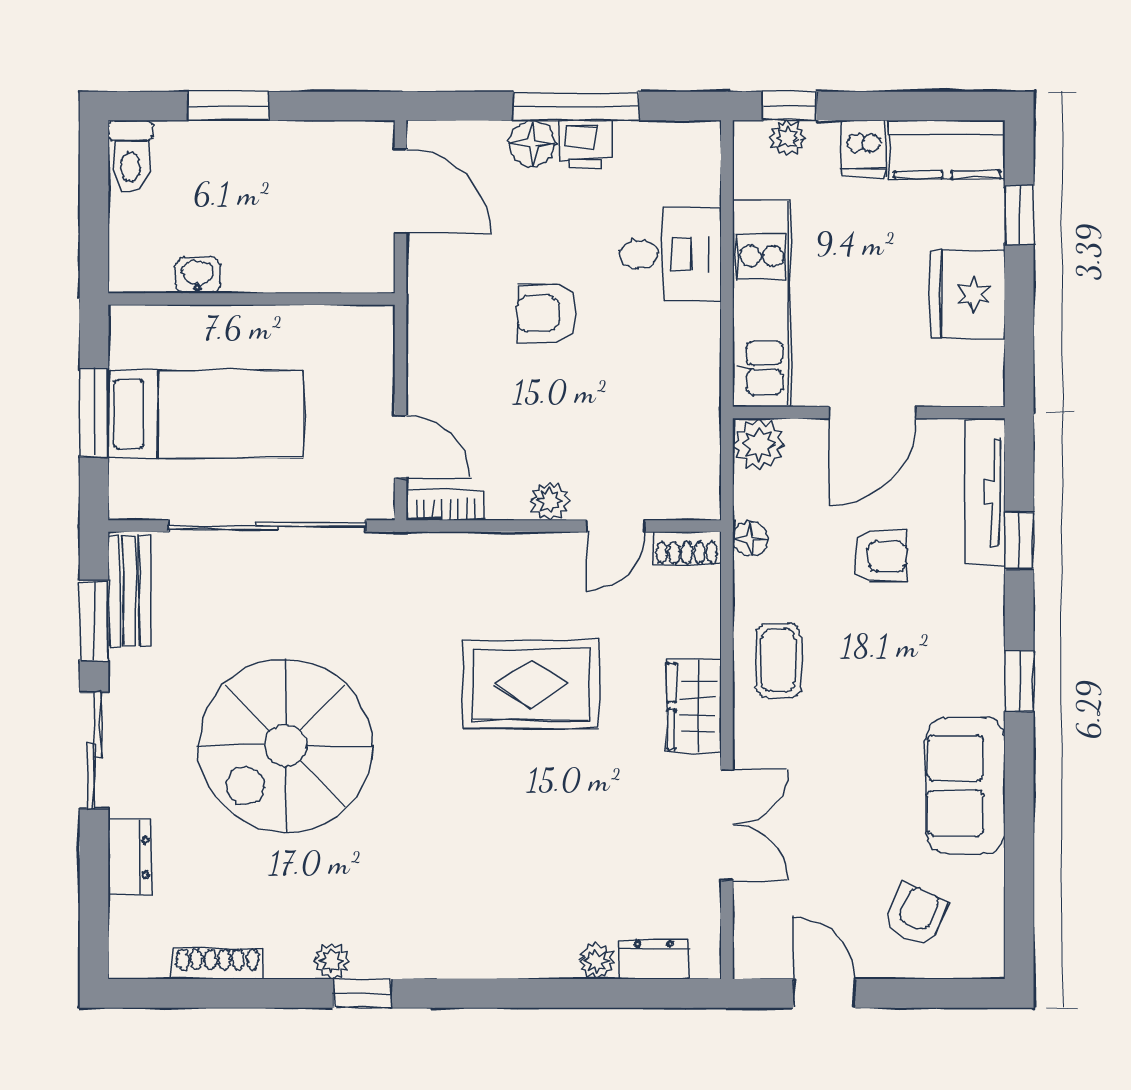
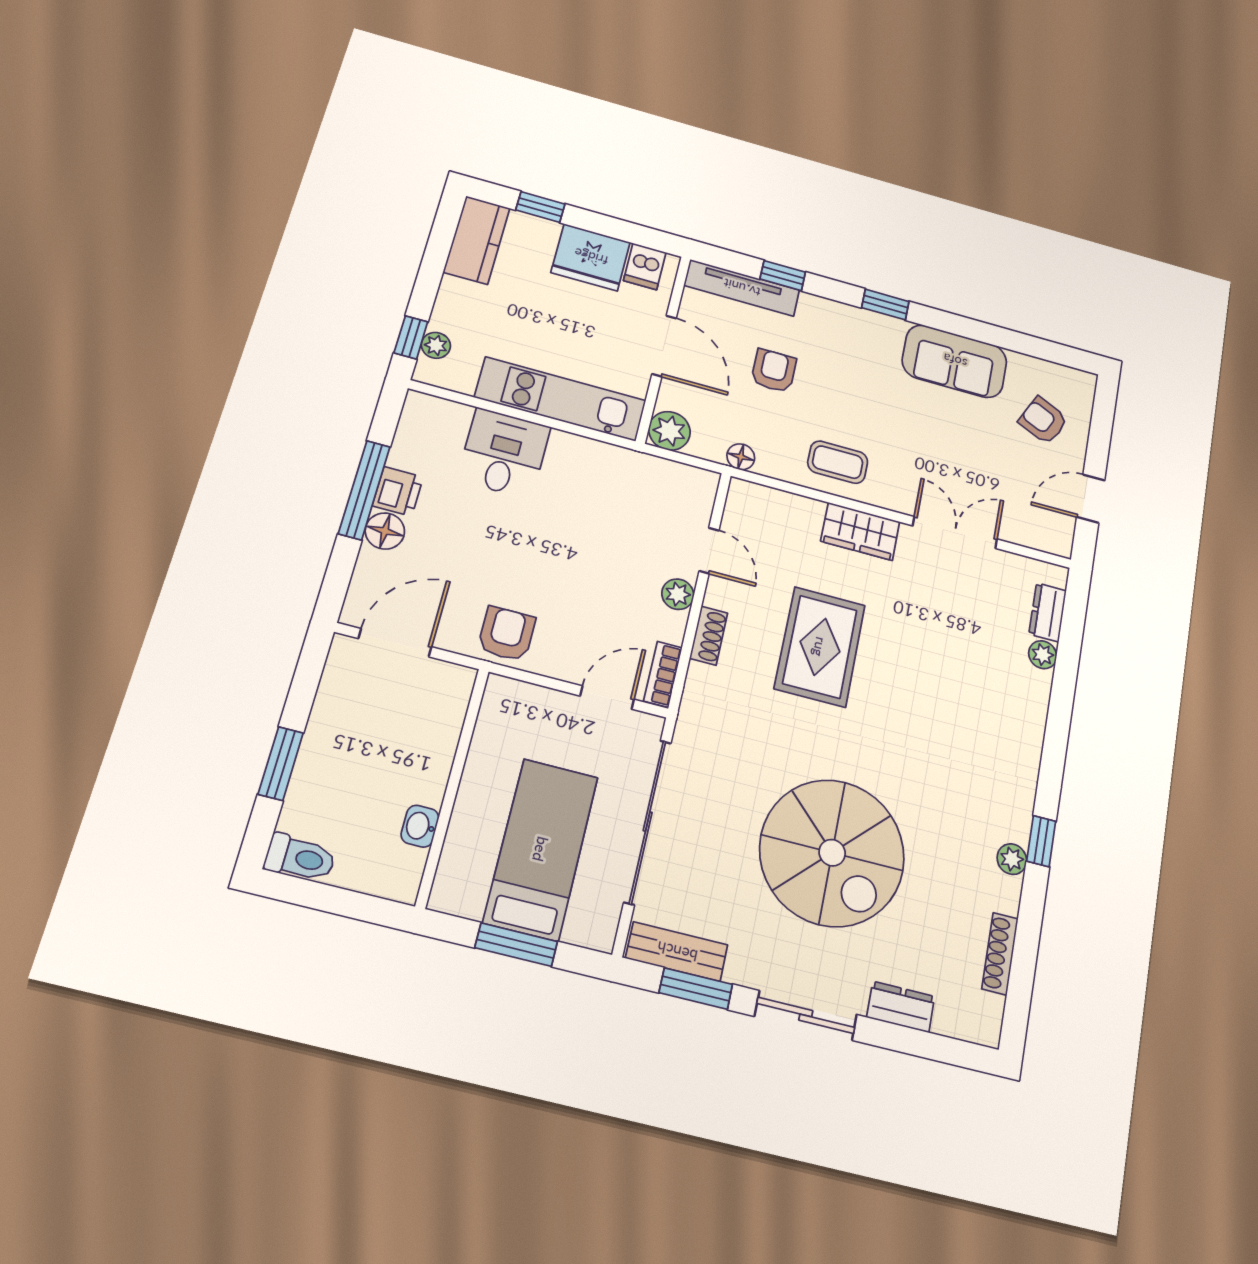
dishwasher: (863, 149) -> (645, 266), moved, turned 90
armchair: (546, 313) -> (507, 634), moved, turned 180
shoe rack: (687, 548) -> (709, 636), moved

